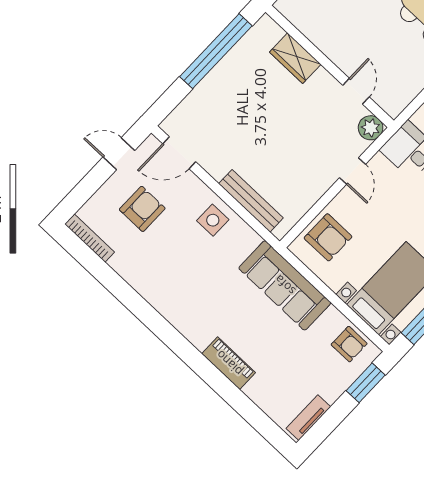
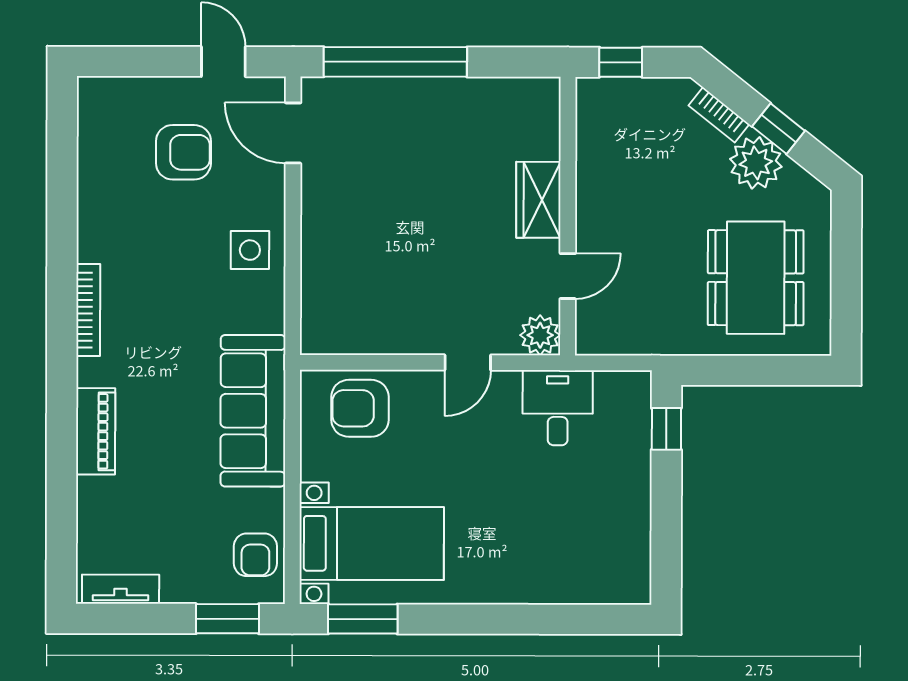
window: (216, 51) -> (395, 62), moved
wardrobe: (295, 58) -> (538, 200), moved
bench: (251, 201) -> (317, 274), removed
armchair: (328, 237) -> (360, 408), turned 90
bookcase: (90, 238) -> (88, 310), moved

